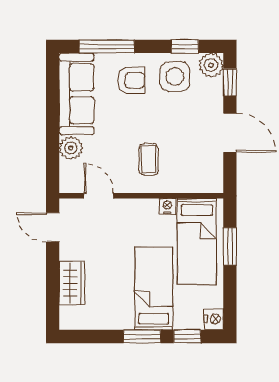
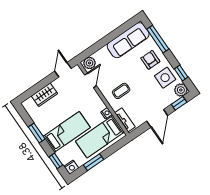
armchair: (131, 80) -> (150, 60), turned 180
plant: (71, 148) -> (90, 63), moved
tv unit: (197, 185) -> (125, 120), added
window: (230, 246) -> (94, 162), moved
window: (142, 337) -> (37, 133), moved

